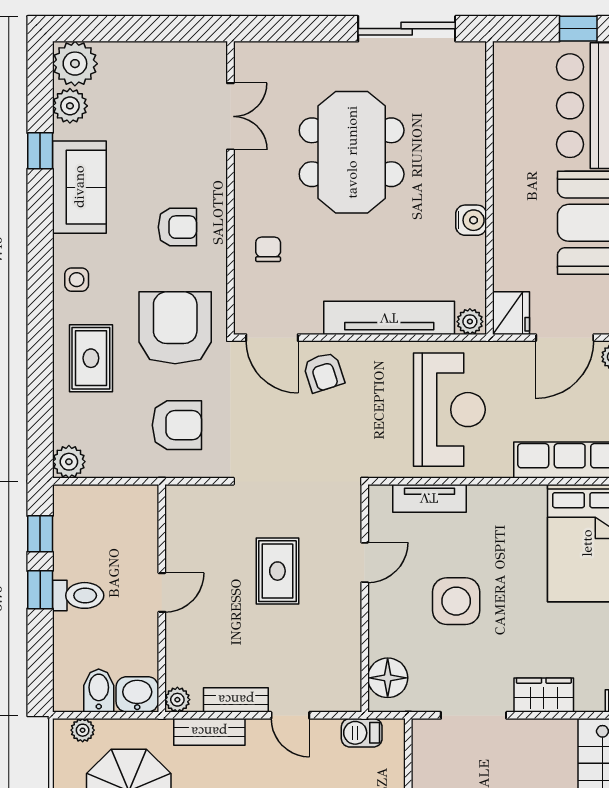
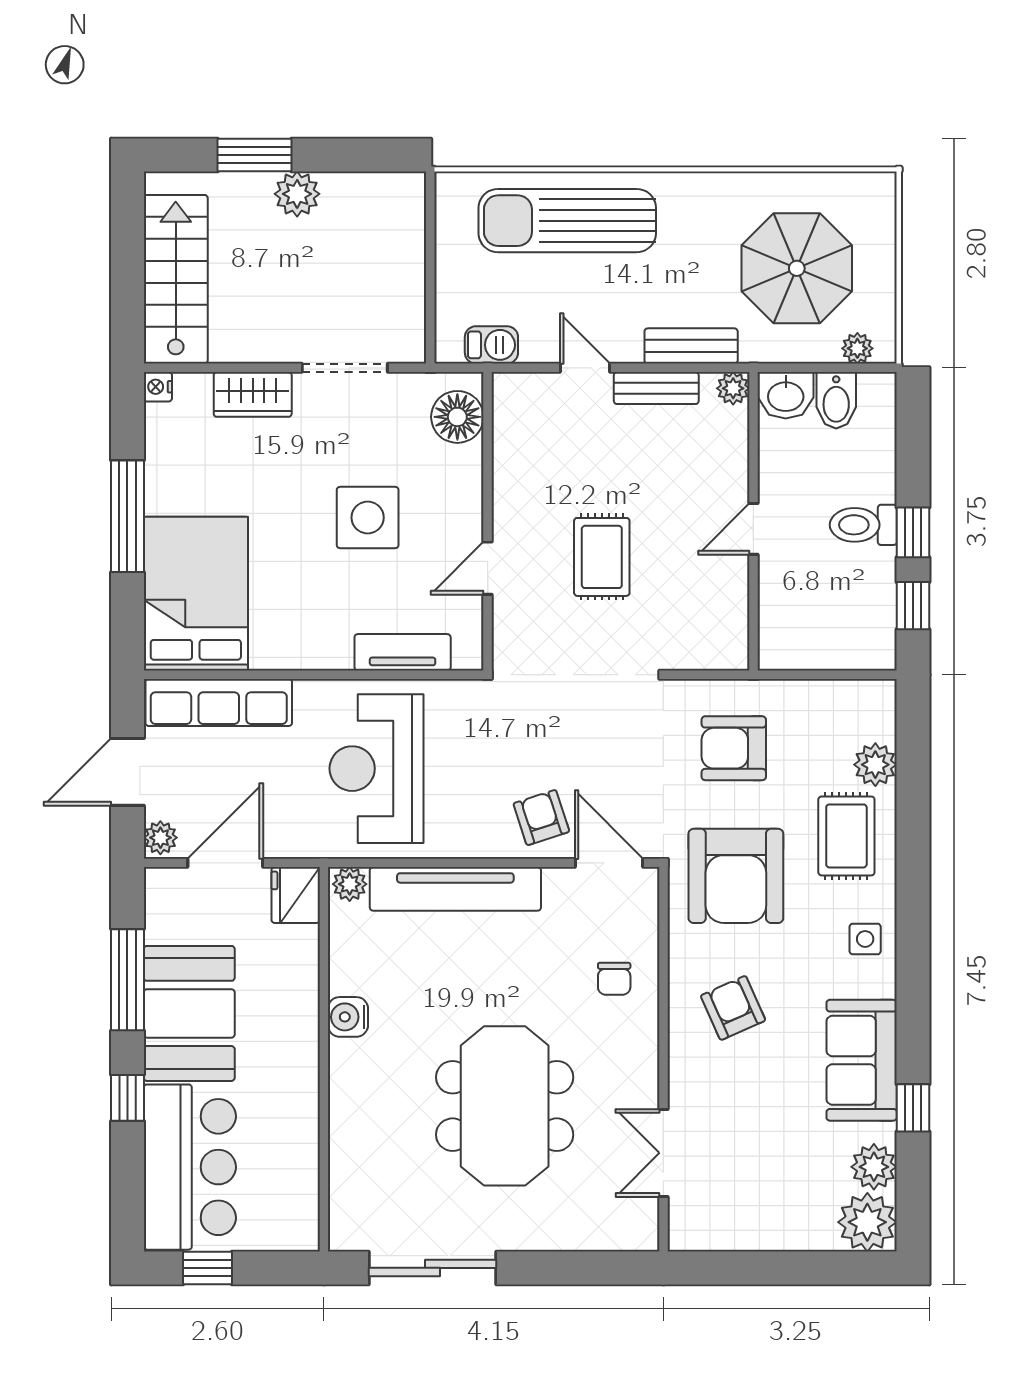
armchair: (177, 227) -> (733, 1008), turned 66
plant: (69, 462) -> (875, 765), moved

